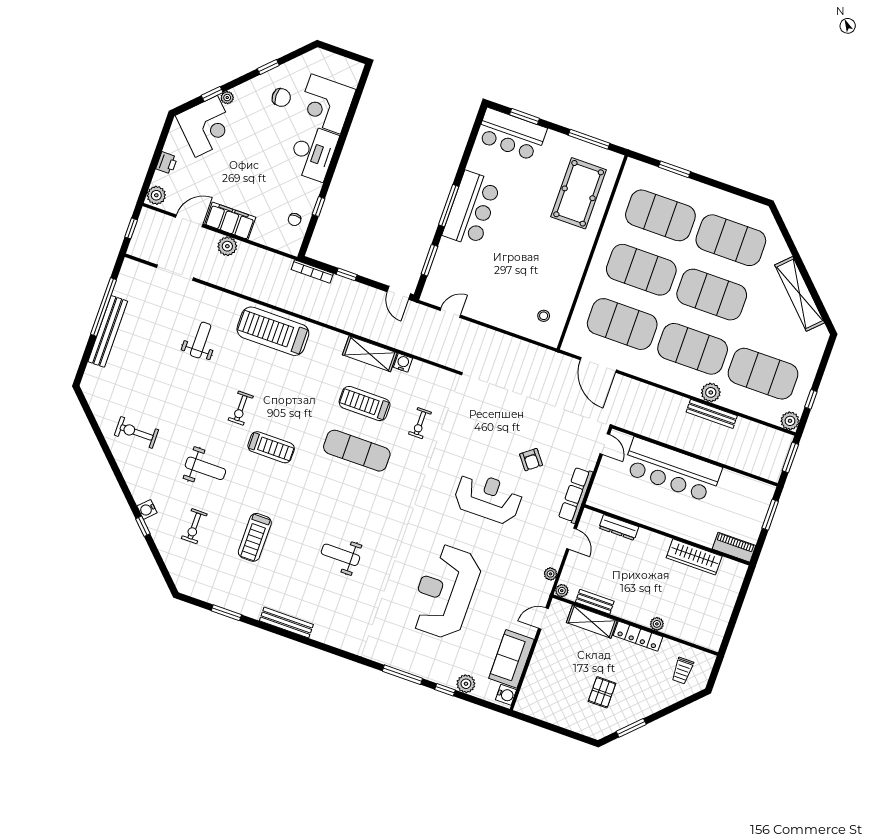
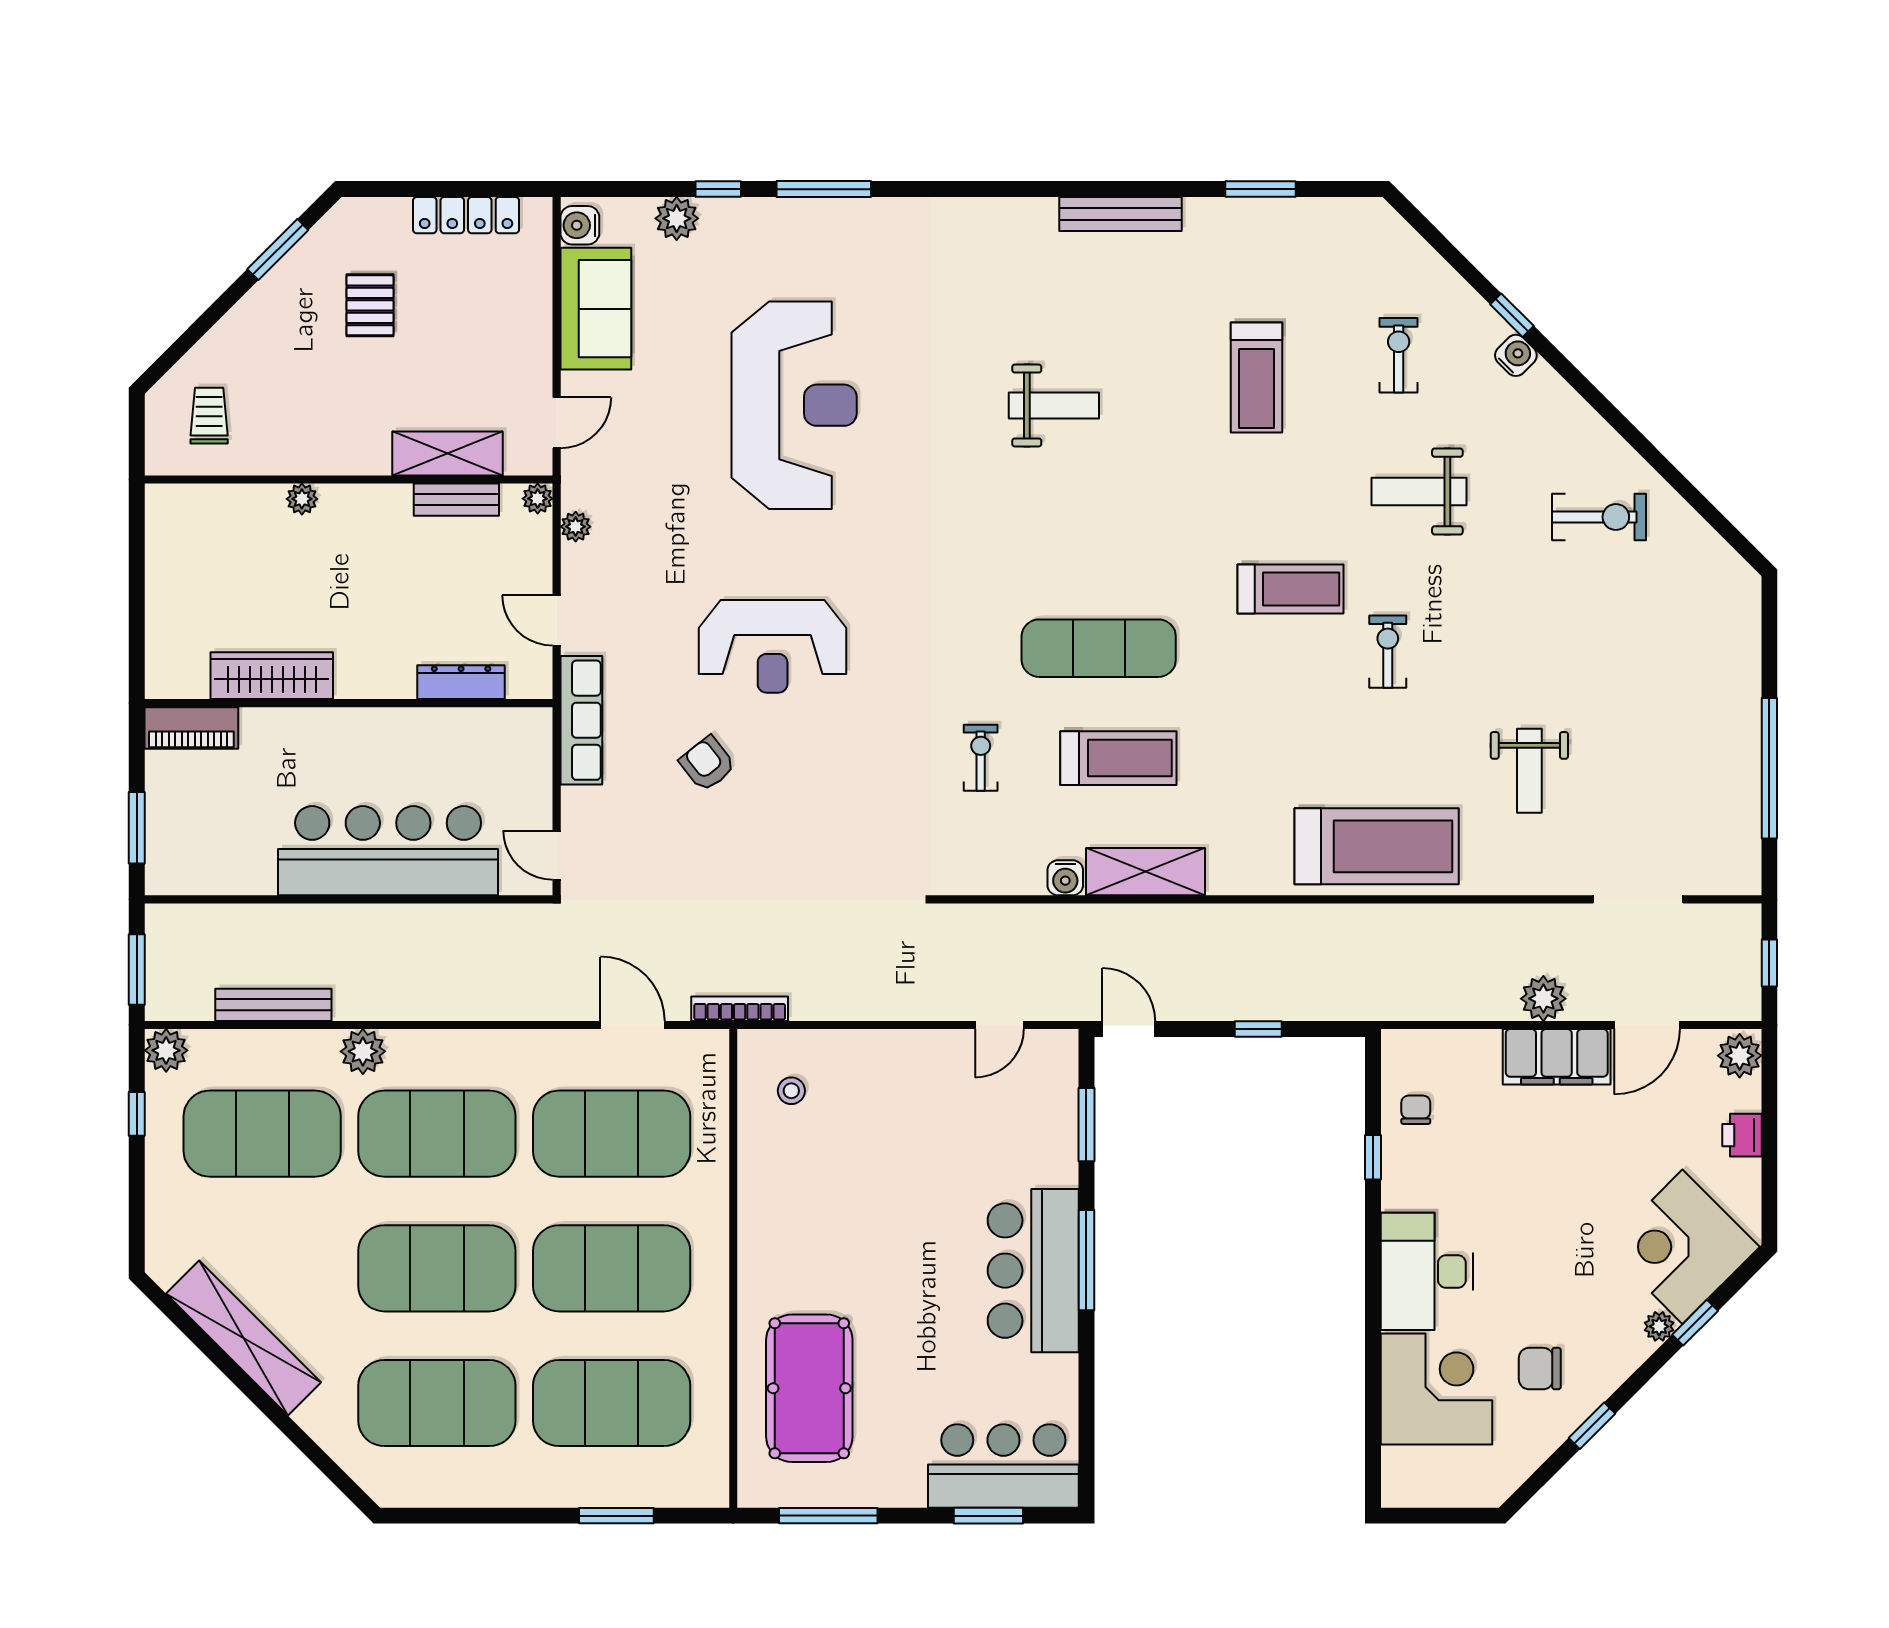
bookcase: (312, 272) -> (740, 1009), moved
bench: (108, 331) -> (1741, 718), removed
door: (598, 365) -> (633, 1025), width x0.73
bench: (712, 414) -> (273, 1005), moved
treadmill: (271, 447) -> (1291, 589), turned 180
treadmill: (255, 537) -> (1256, 377), turned 180
locker: (638, 636) -> (466, 215), moved, turned 180

